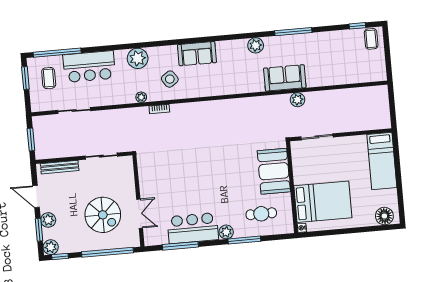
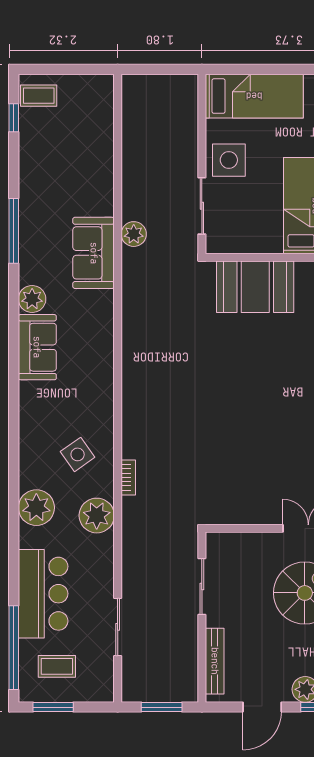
sofa: (197, 54) -> (37, 347), moved
plant: (141, 97) -> (97, 516), width x1.88, depth x1.88
side table: (344, 150) -> (229, 160), added

